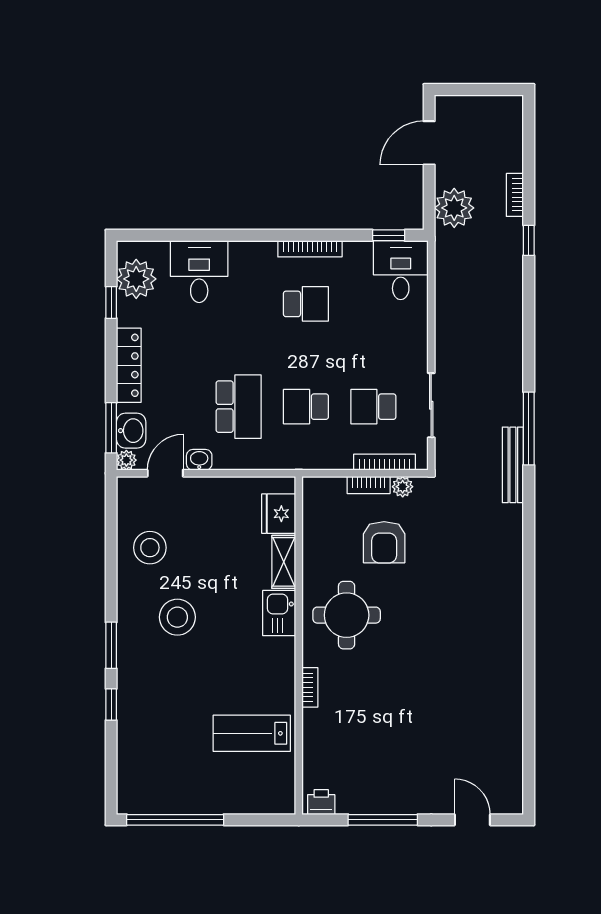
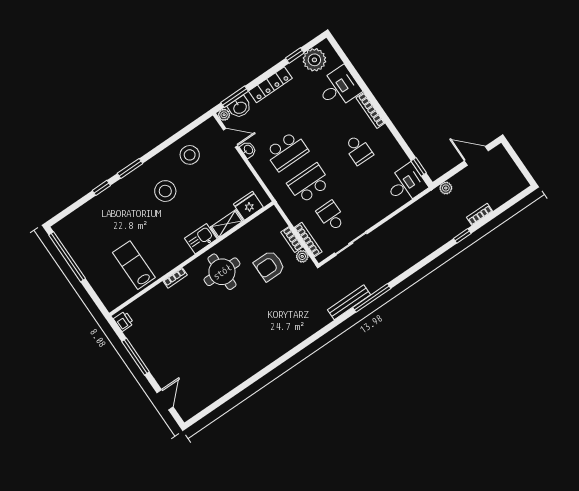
plant: (454, 208) -> (446, 188), width x0.53, depth x0.53
bookcase: (310, 249) -> (370, 110), moved
school desk: (306, 407) -> (309, 184), width x1.85

